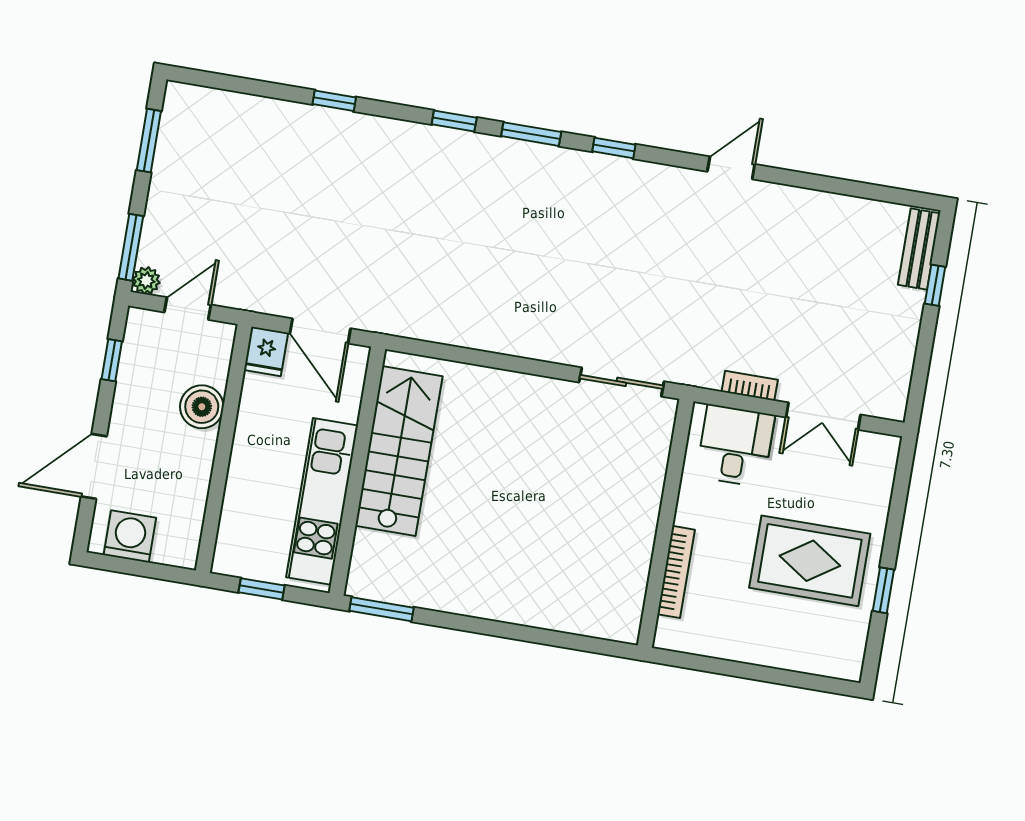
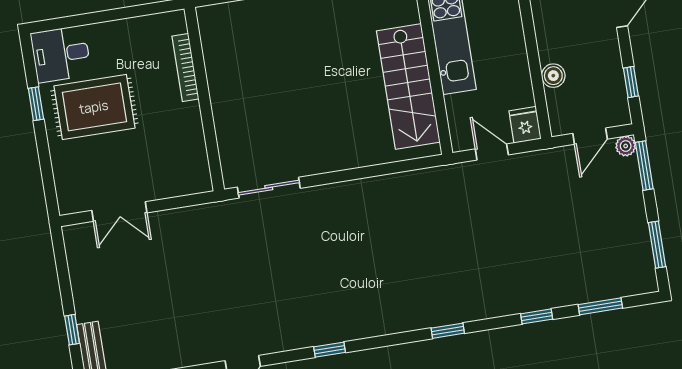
window: (531, 134) -> (600, 306), moved
door: (320, 331) -> (492, 152), width x0.73
bookcase: (750, 386) -> (178, 215), removed
boiler: (202, 407) -> (553, 76), width x0.73, depth x0.73
double door: (823, 416) -> (119, 212), swing flipped
desk: (735, 446) -> (61, 54), moved, turned 90

